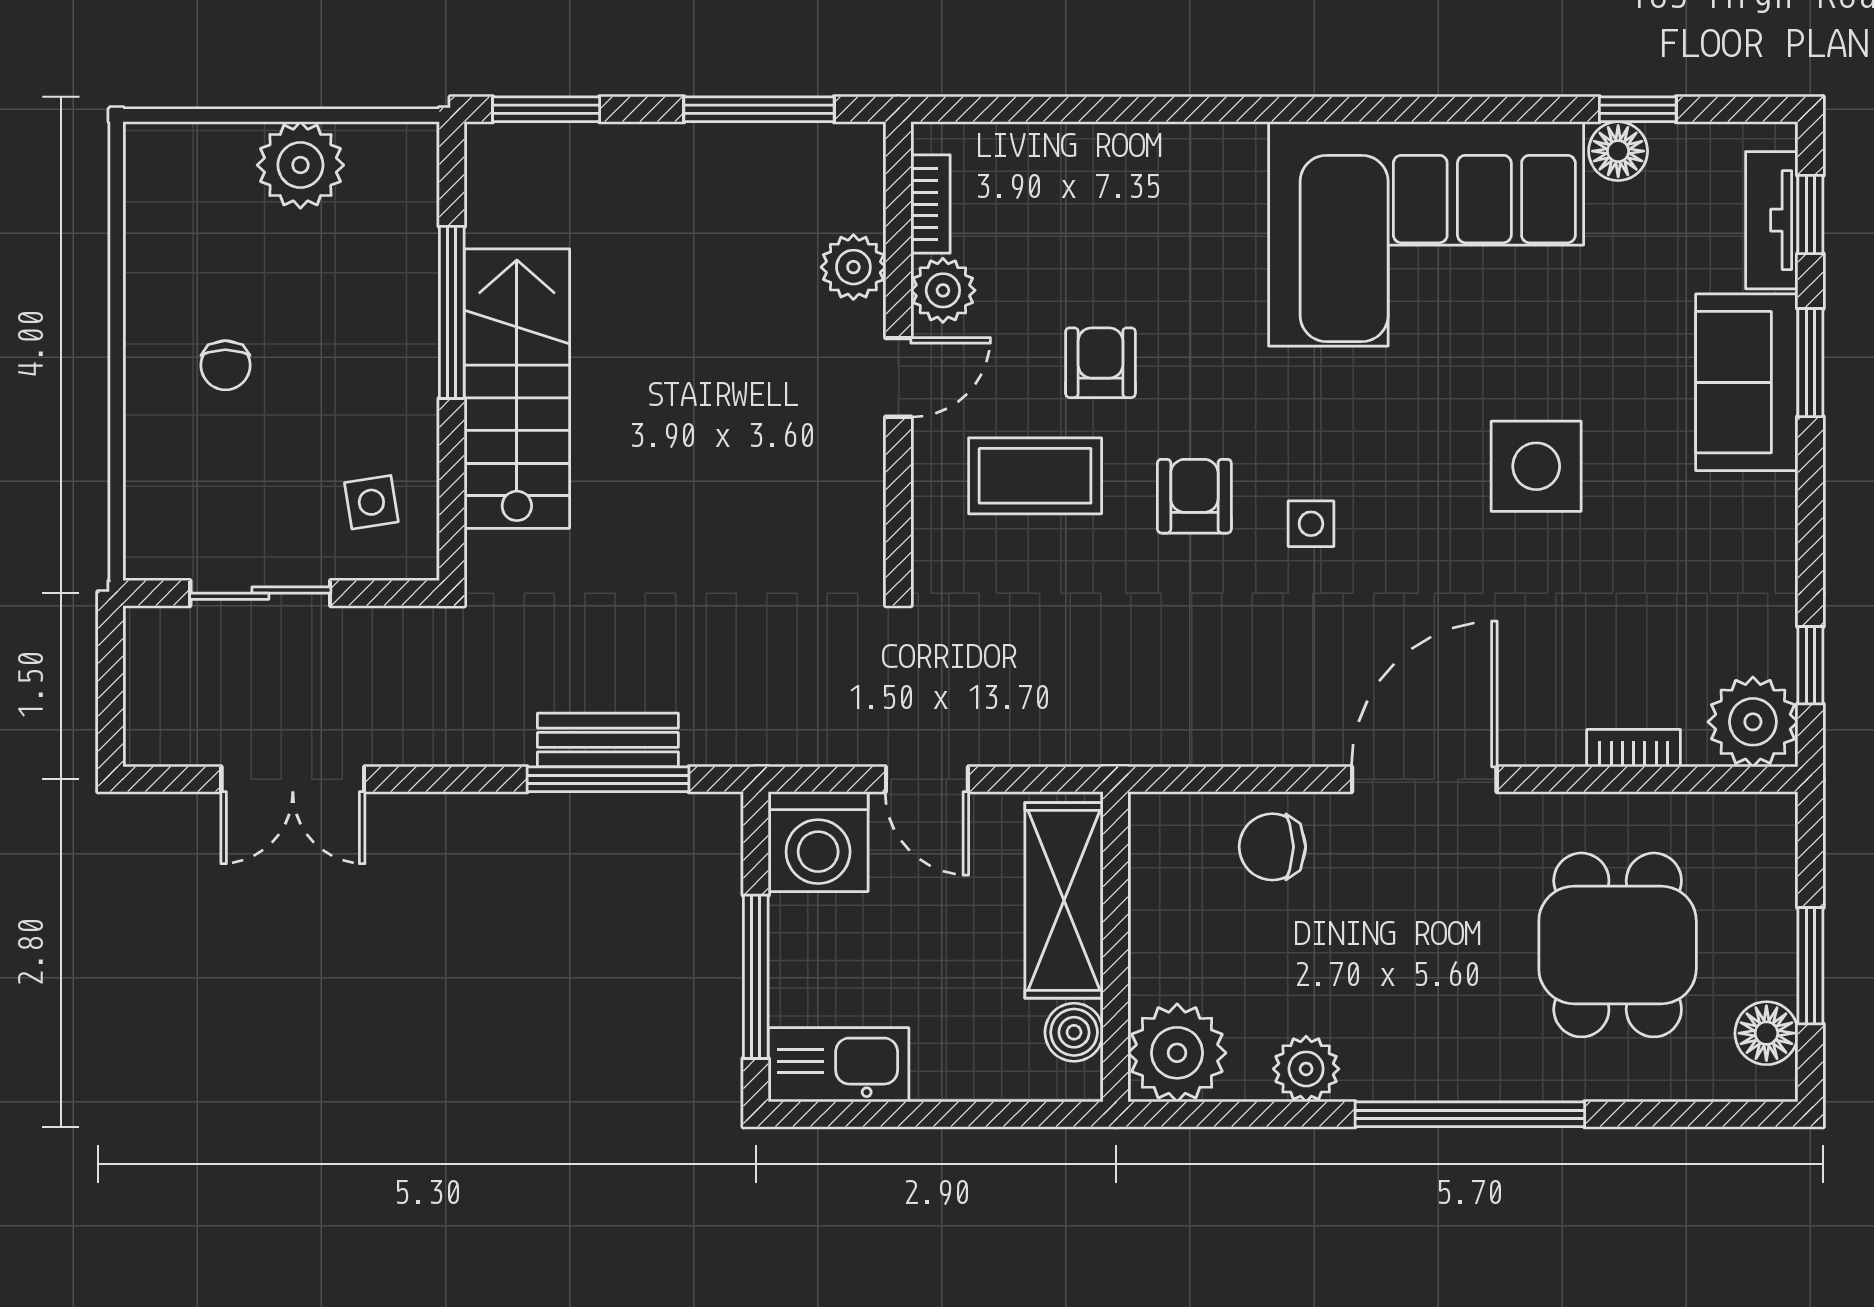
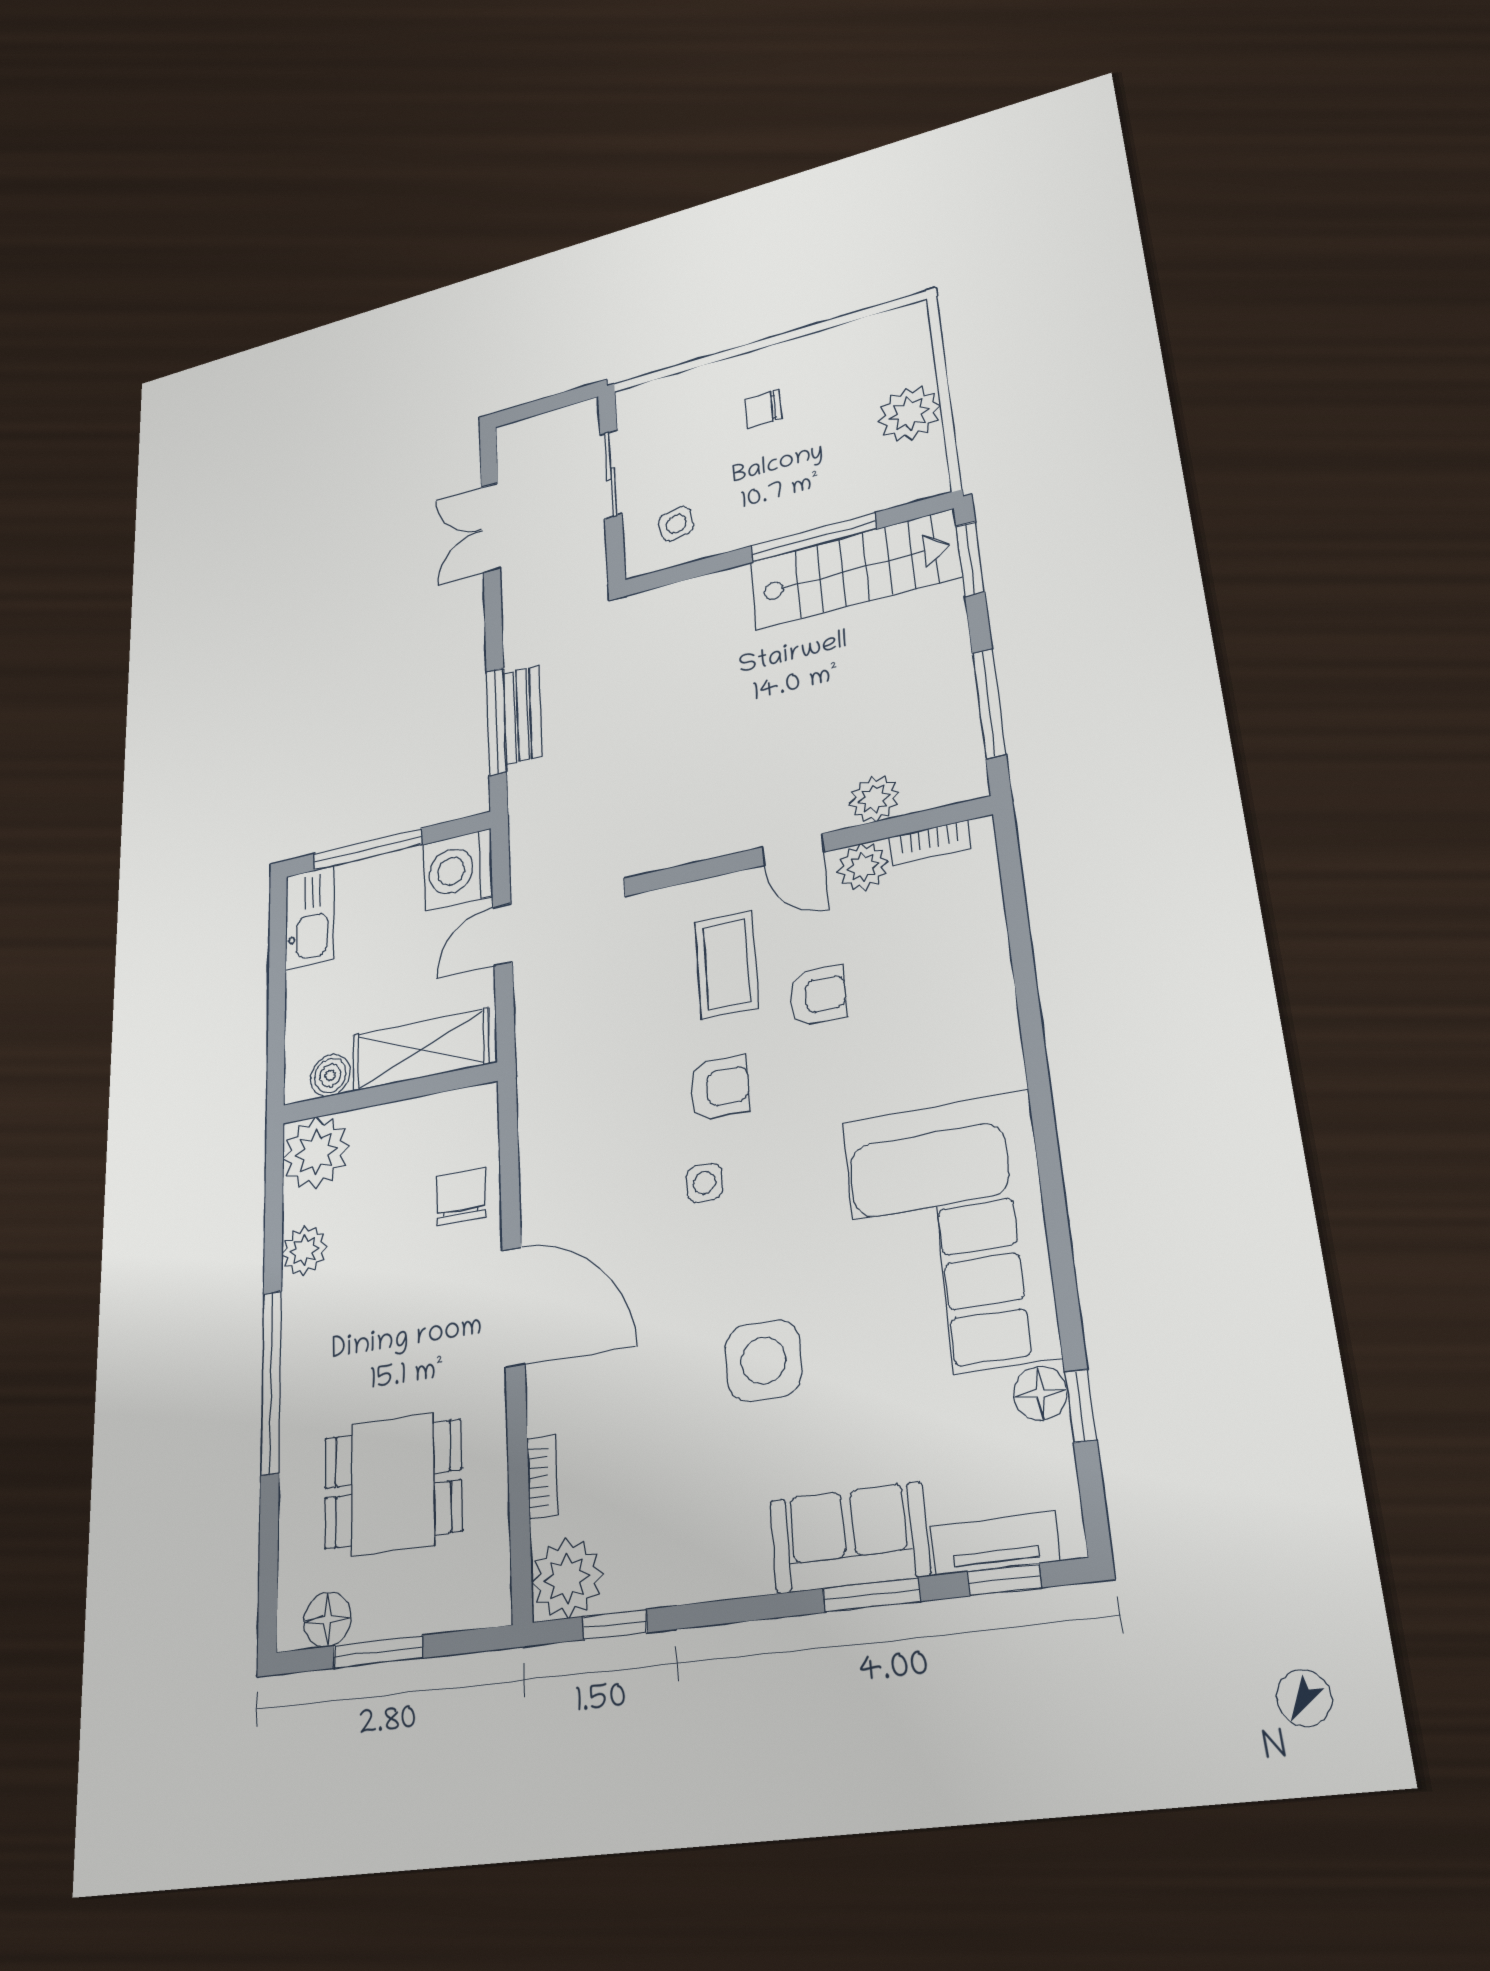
stairs: (517, 389) -> (854, 569), moved

